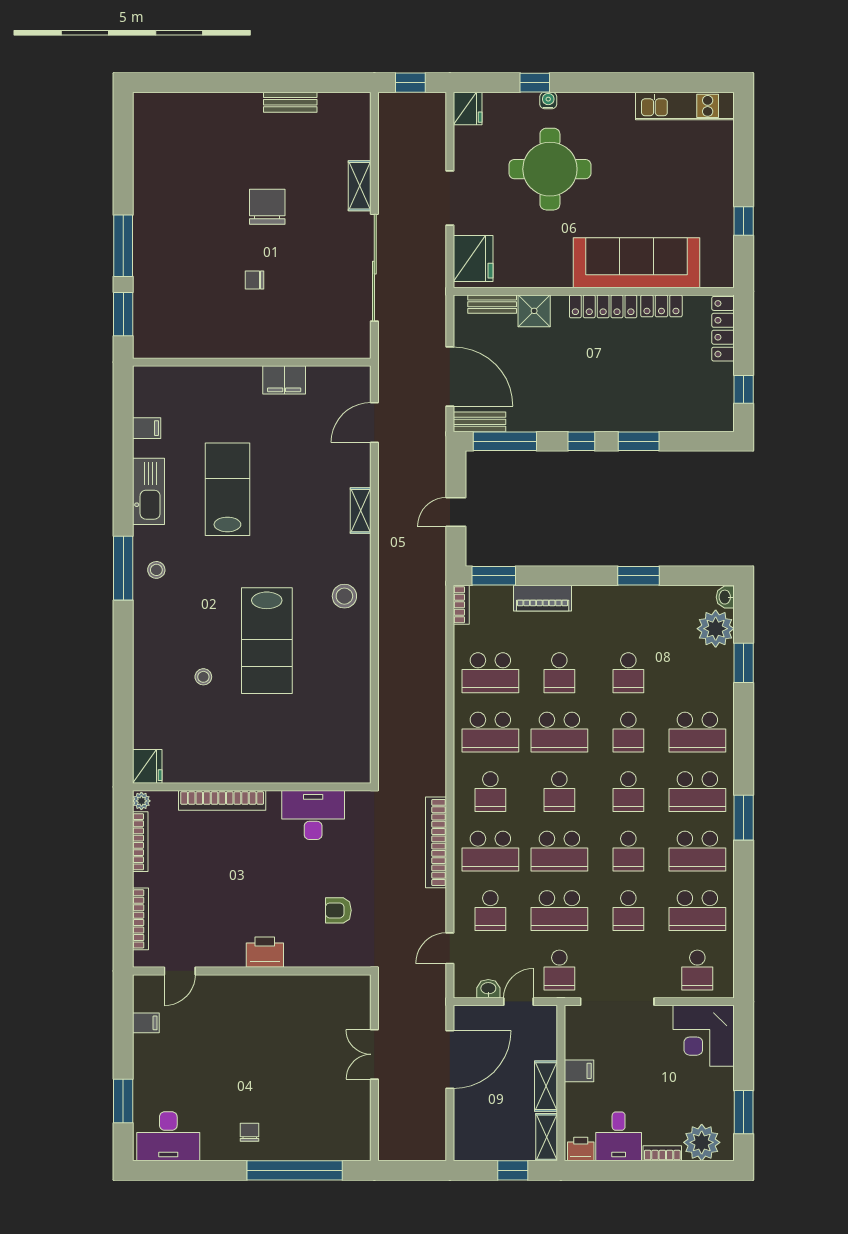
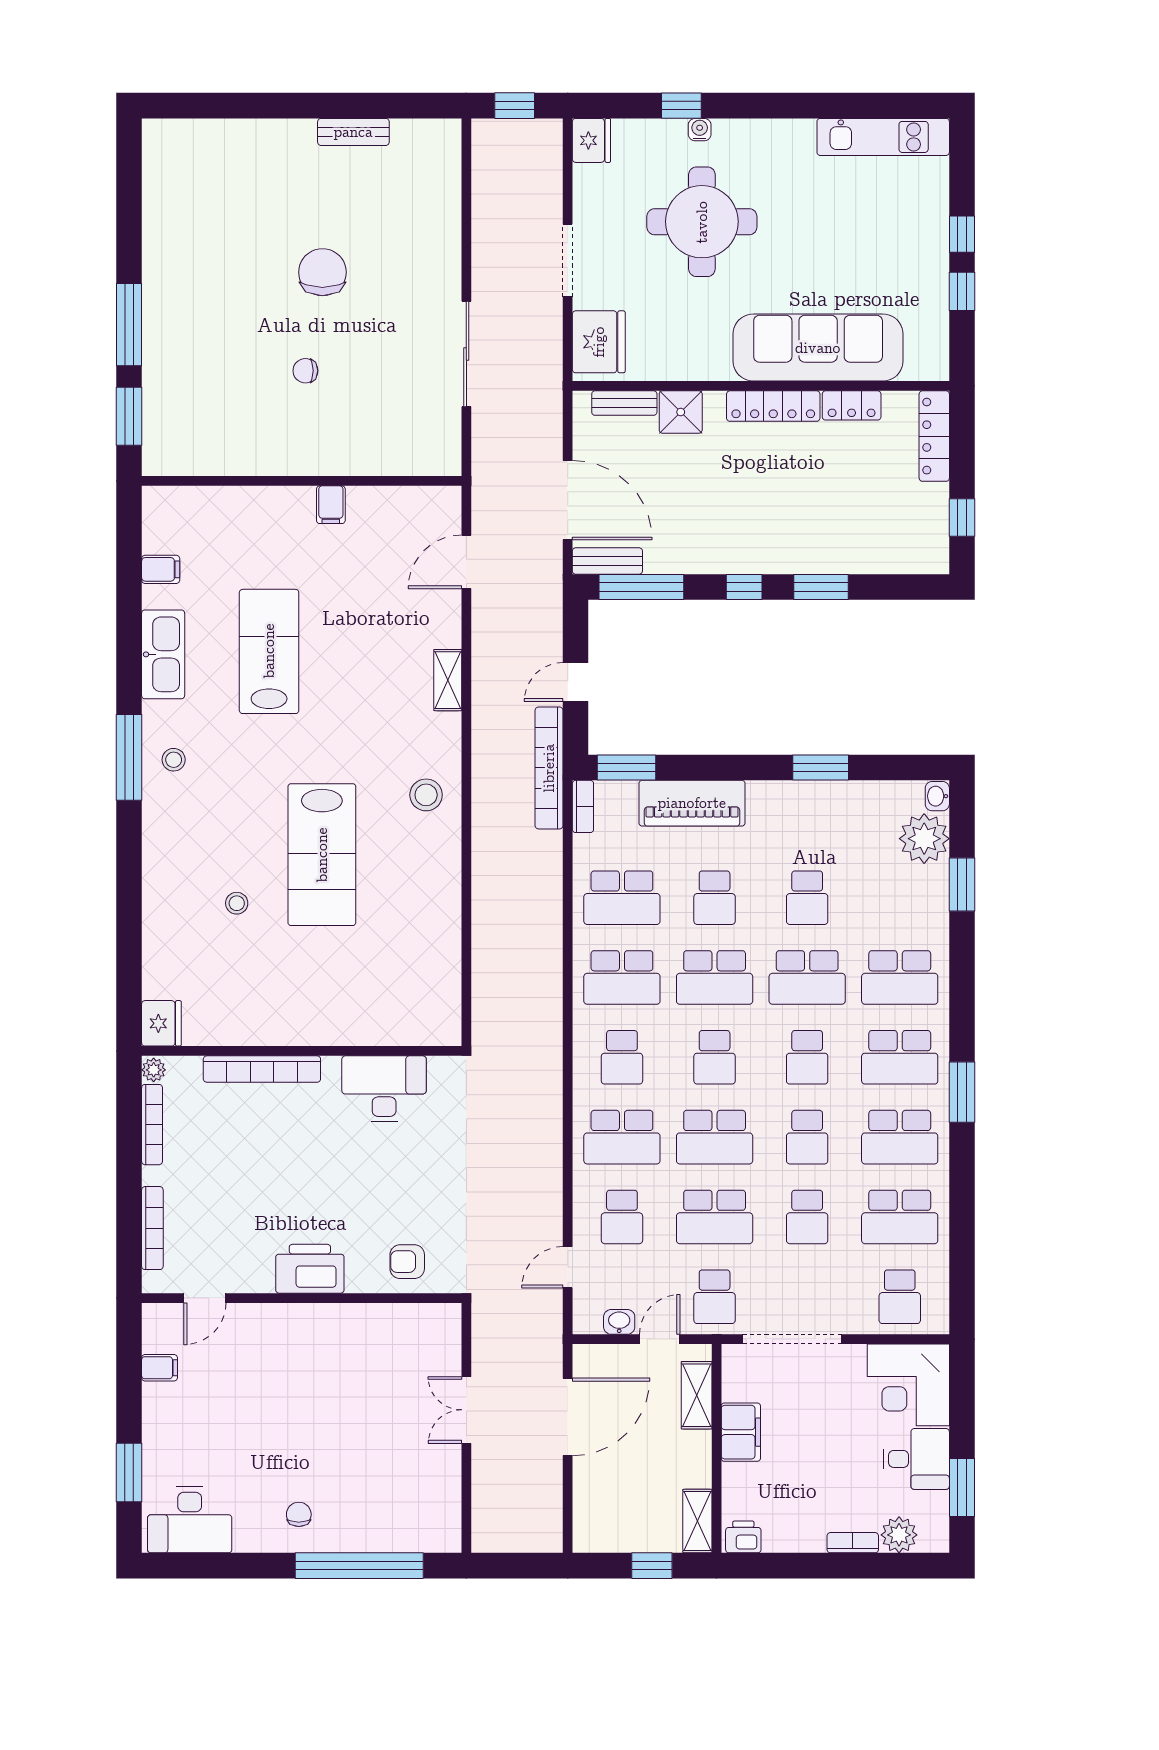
window: (744, 178) -> (962, 234), added
shelving: (360, 186) -> (446, 244), removed
sliding door: (374, 268) -> (466, 354), width x0.73
filing cabinet: (284, 380) -> (331, 505), width x0.50
piano: (543, 598) -> (692, 803), width x1.37, depth x1.33
school desk: (628, 732) -> (807, 977), width x1.85
bookcase: (436, 842) -> (549, 768), moved
armchair: (338, 910) -> (407, 1262), moved
printer: (265, 952) -> (310, 1269), width x1.37, depth x1.19
filing cabinet: (579, 1071) -> (741, 1432), width x2.00
shelving: (546, 1086) -> (697, 1395), moved
desk: (619, 1136) -> (916, 1459), moved, turned -90
plant: (702, 1142) -> (899, 1535), width x0.73, depth x0.73

